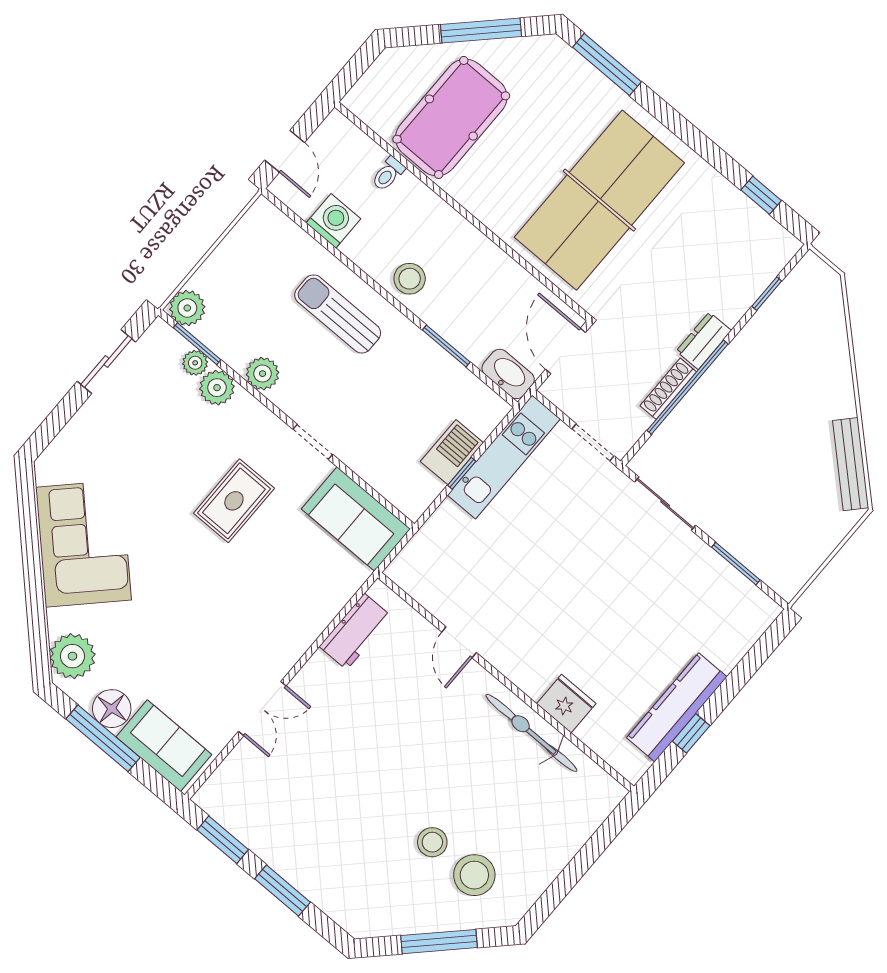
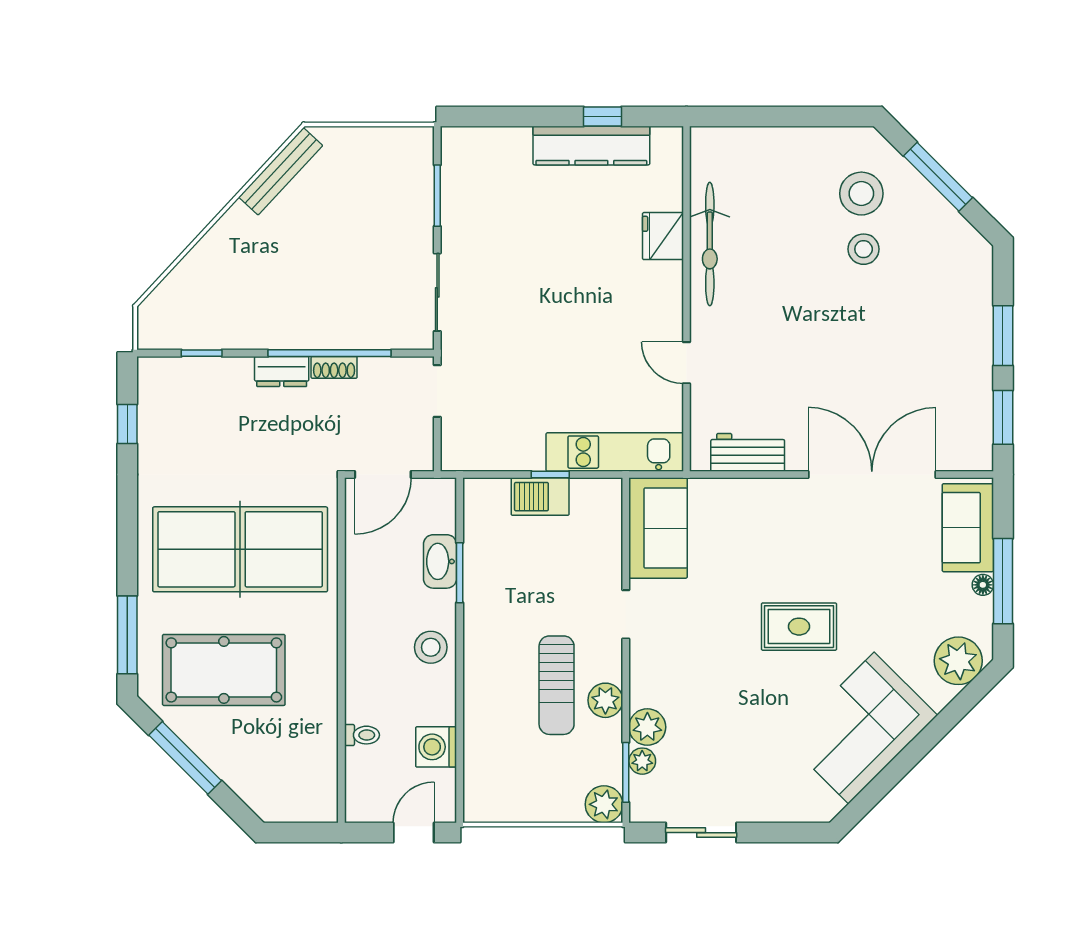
pool table: (451, 117) -> (224, 670), moved
sun lounger: (338, 314) -> (557, 685), moved
washbasin: (508, 374) -> (440, 561), moved
shoe rack: (668, 389) -> (334, 367), width x0.70
kitchen unit: (504, 457) -> (615, 452), moved
rug: (234, 501) -> (799, 627), moved
door: (459, 642) -> (687, 363), swing flipped
floor lamp: (112, 709) -> (983, 585), width x0.53, depth x0.53
double door: (262, 709) -> (872, 475), width x1.87

